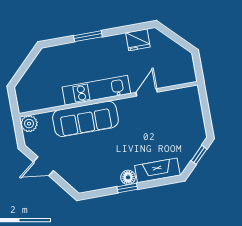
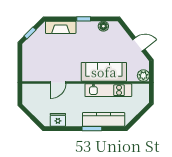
kitchen counter: (74, 52) -> (104, 119), added
kitchen unit: (96, 90) -> (108, 90), moved
floor lamp: (128, 177) -> (103, 26), moved

